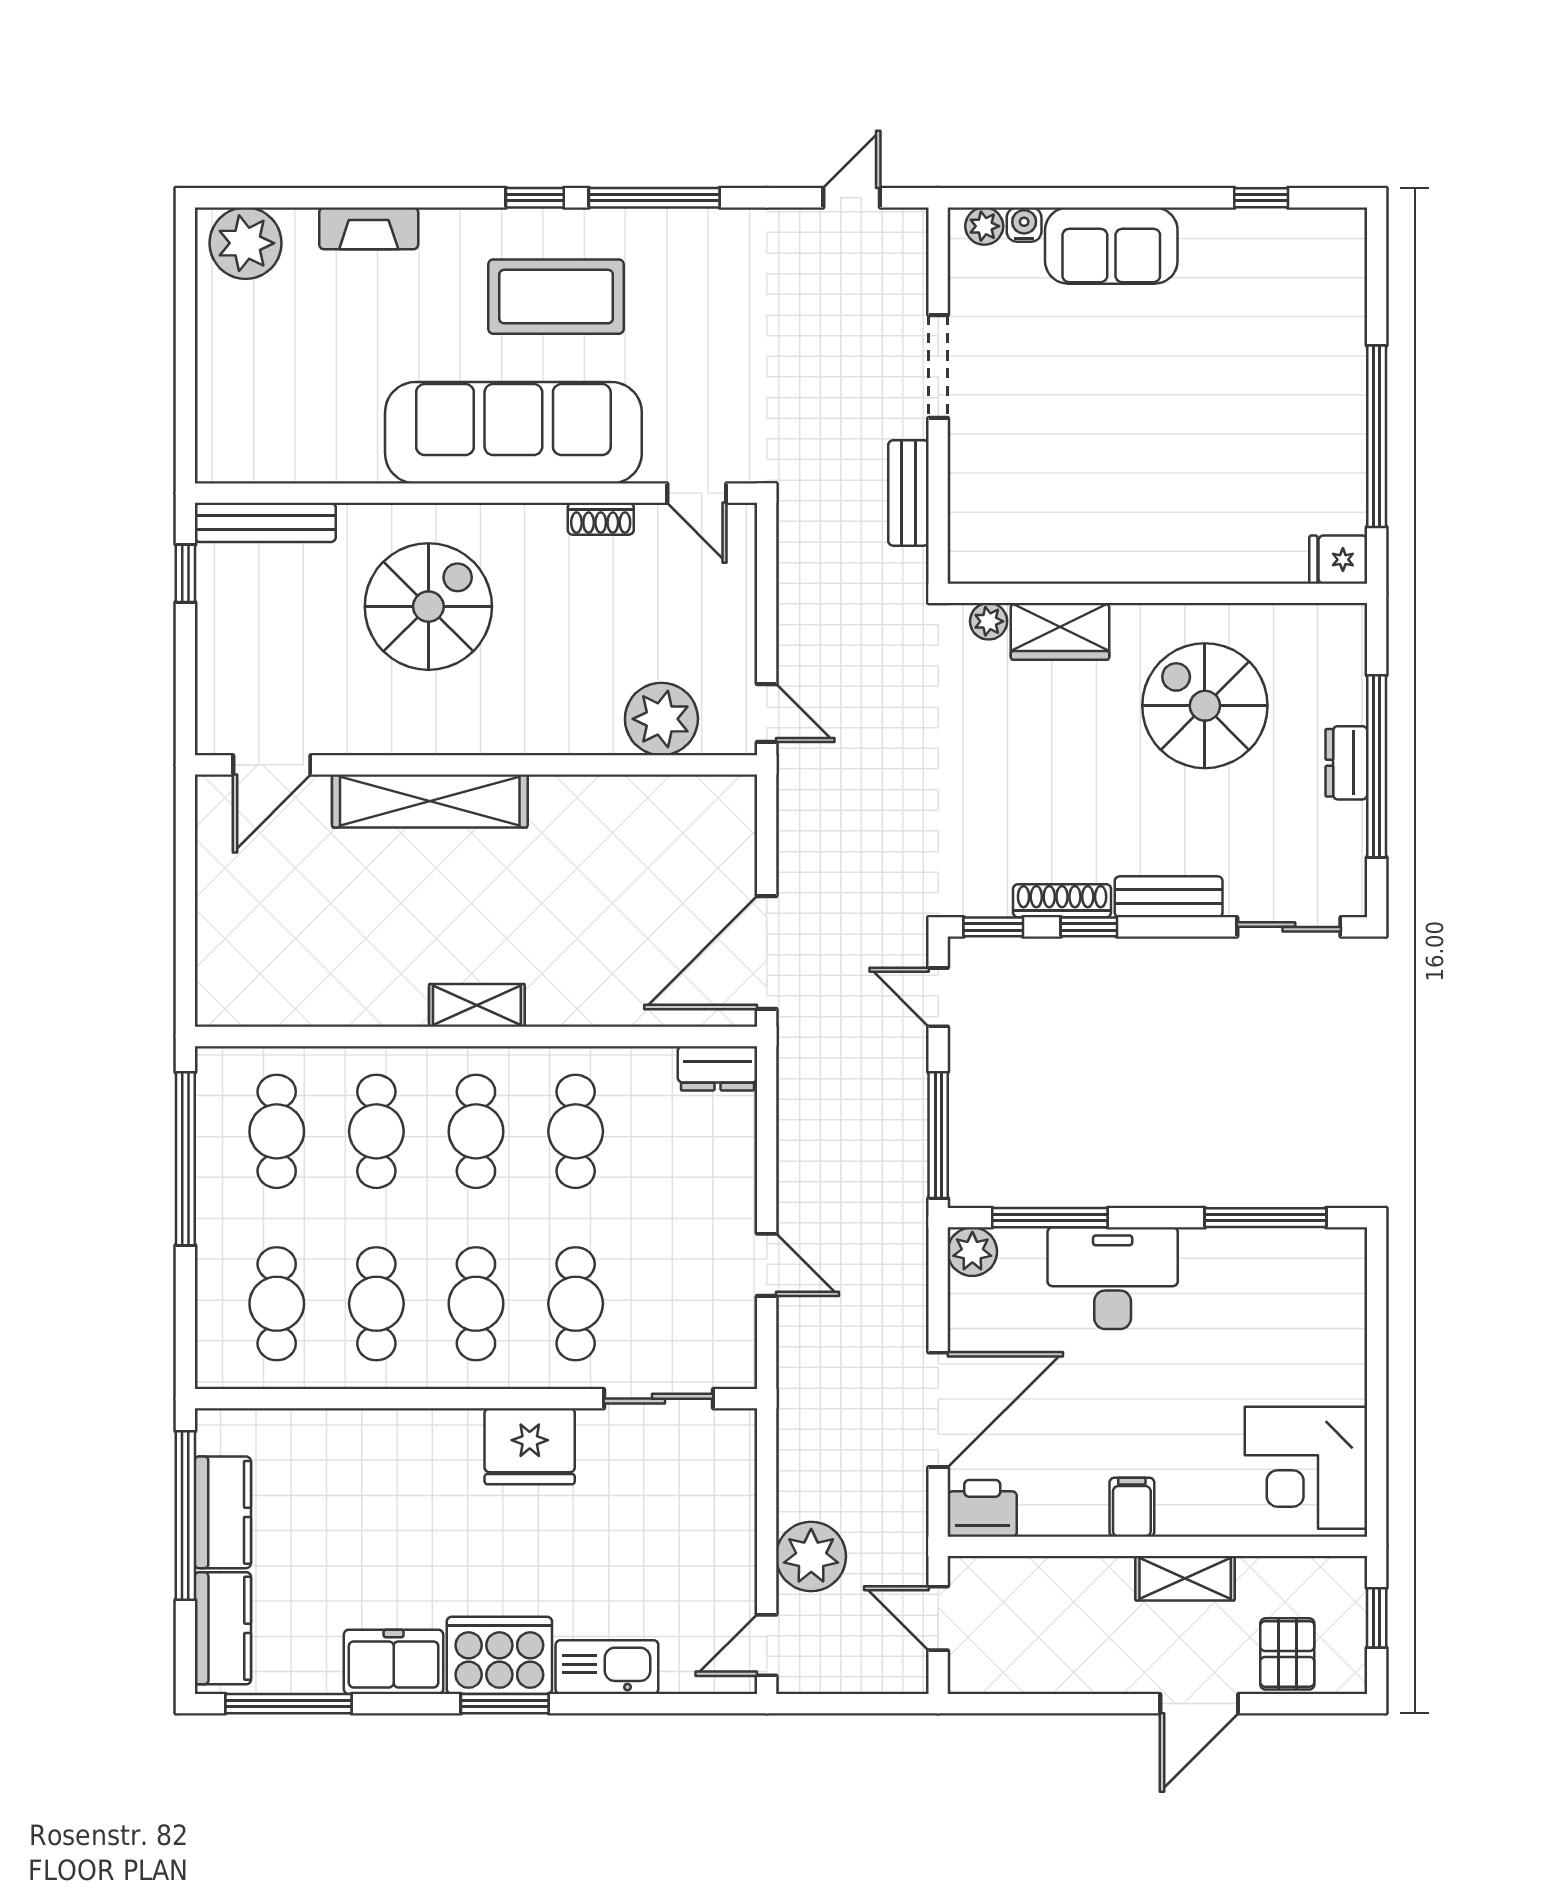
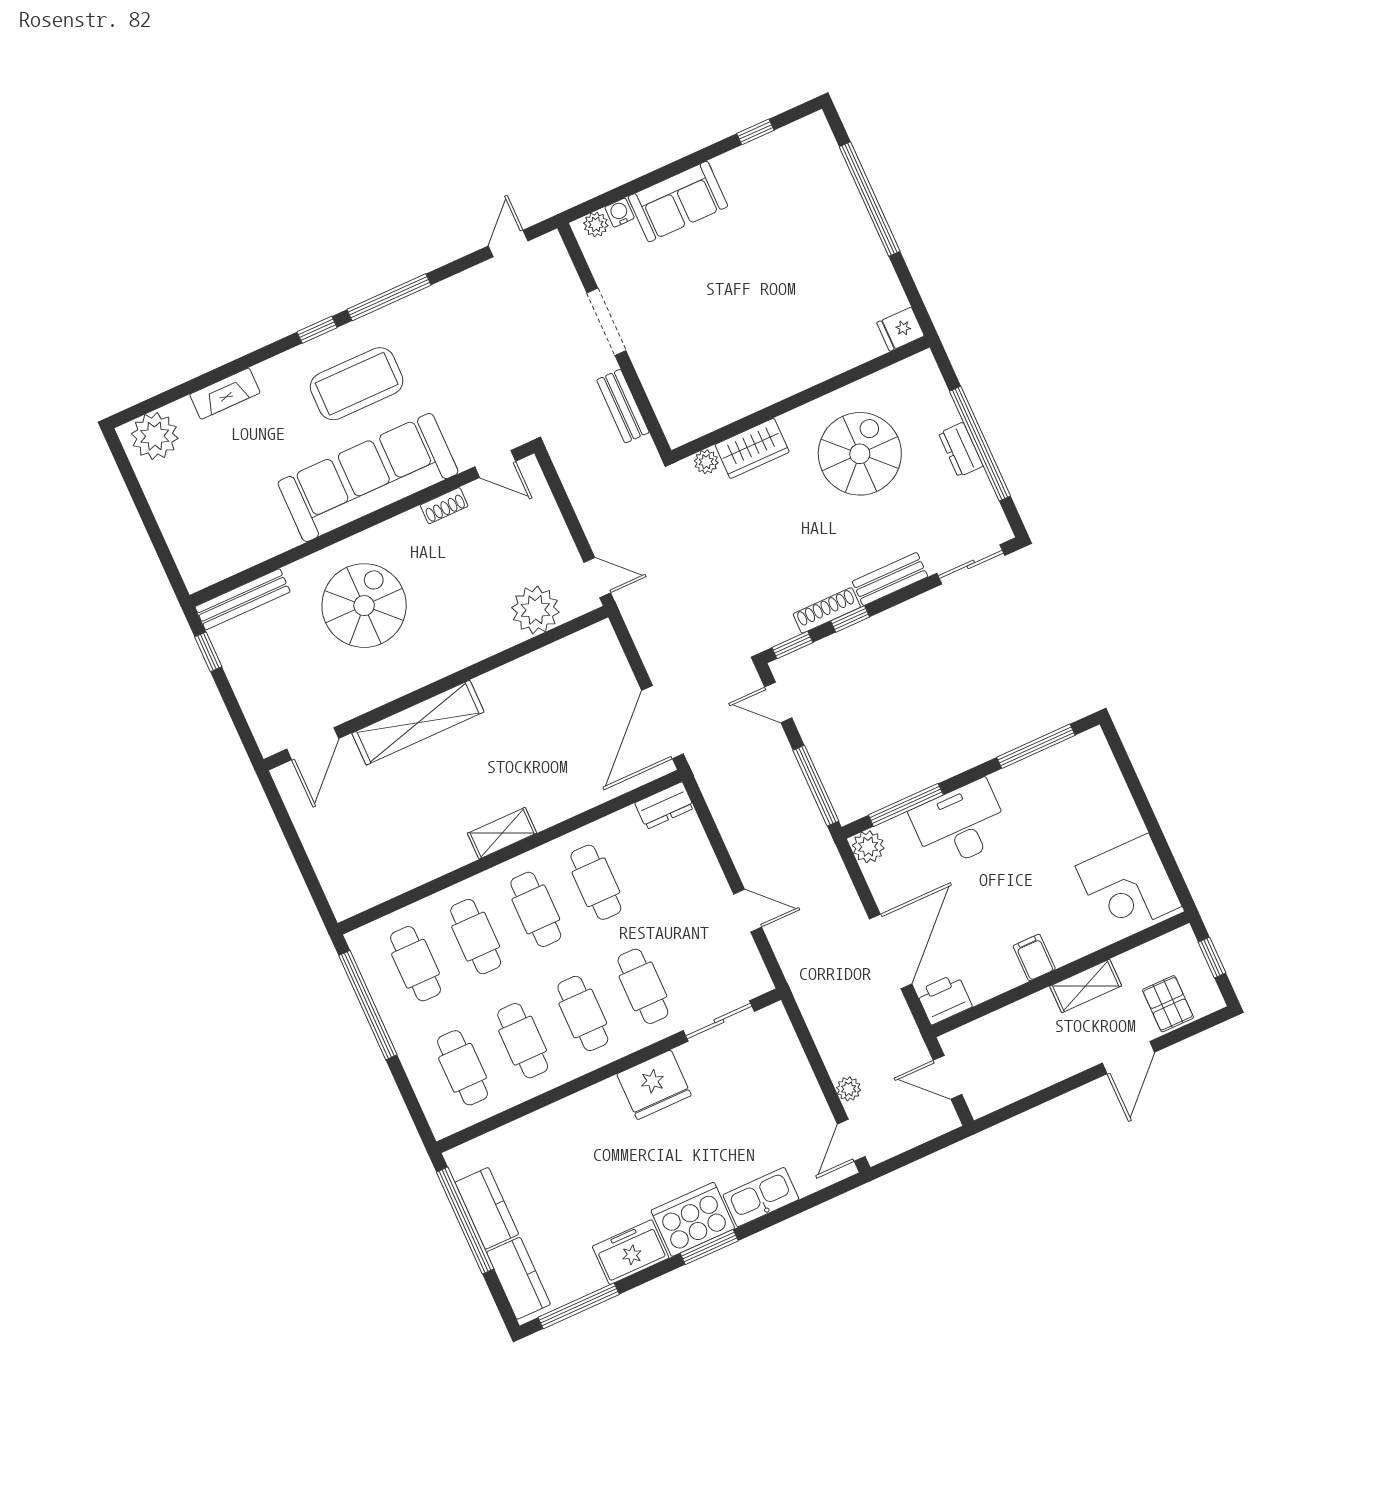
window: (1377, 436) -> (870, 199), moved
spiral stairs: (1205, 706) -> (860, 454), turned 90
plant: (811, 1557) -> (849, 1089), width x0.53, depth x0.53

